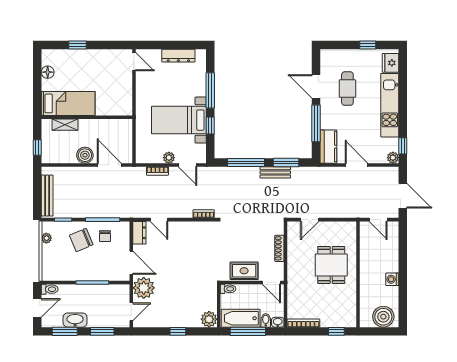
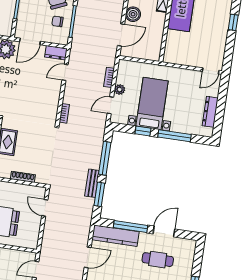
kitchen counter: (328, 147) -> (116, 236), width x1.50

